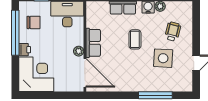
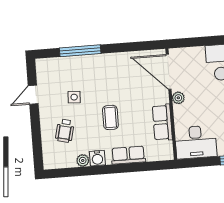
row of seats: (93, 43) -> (162, 122), moved
side table: (163, 58) -> (74, 97), width x0.54, depth x0.54

